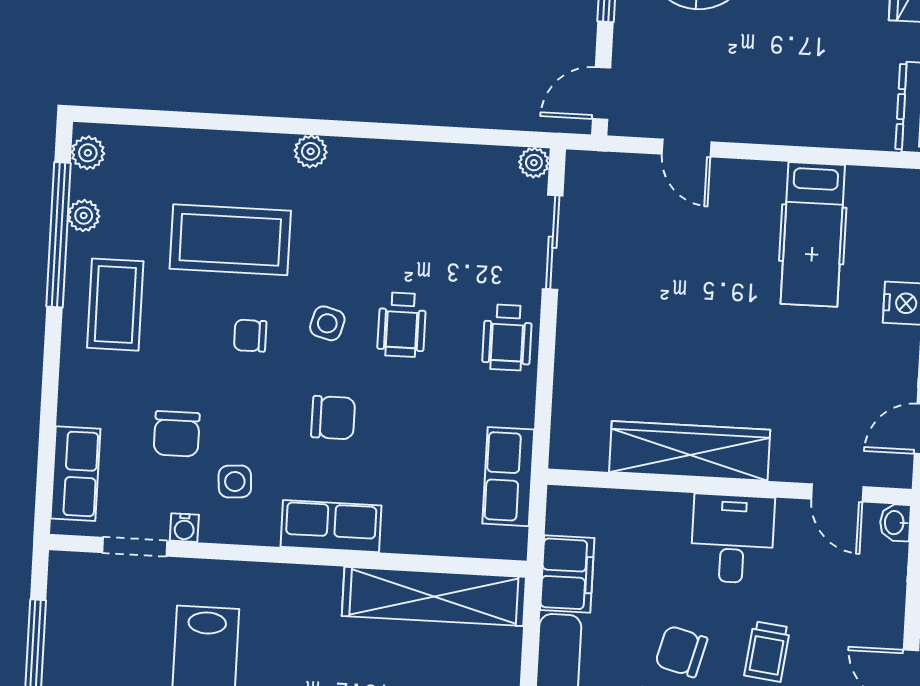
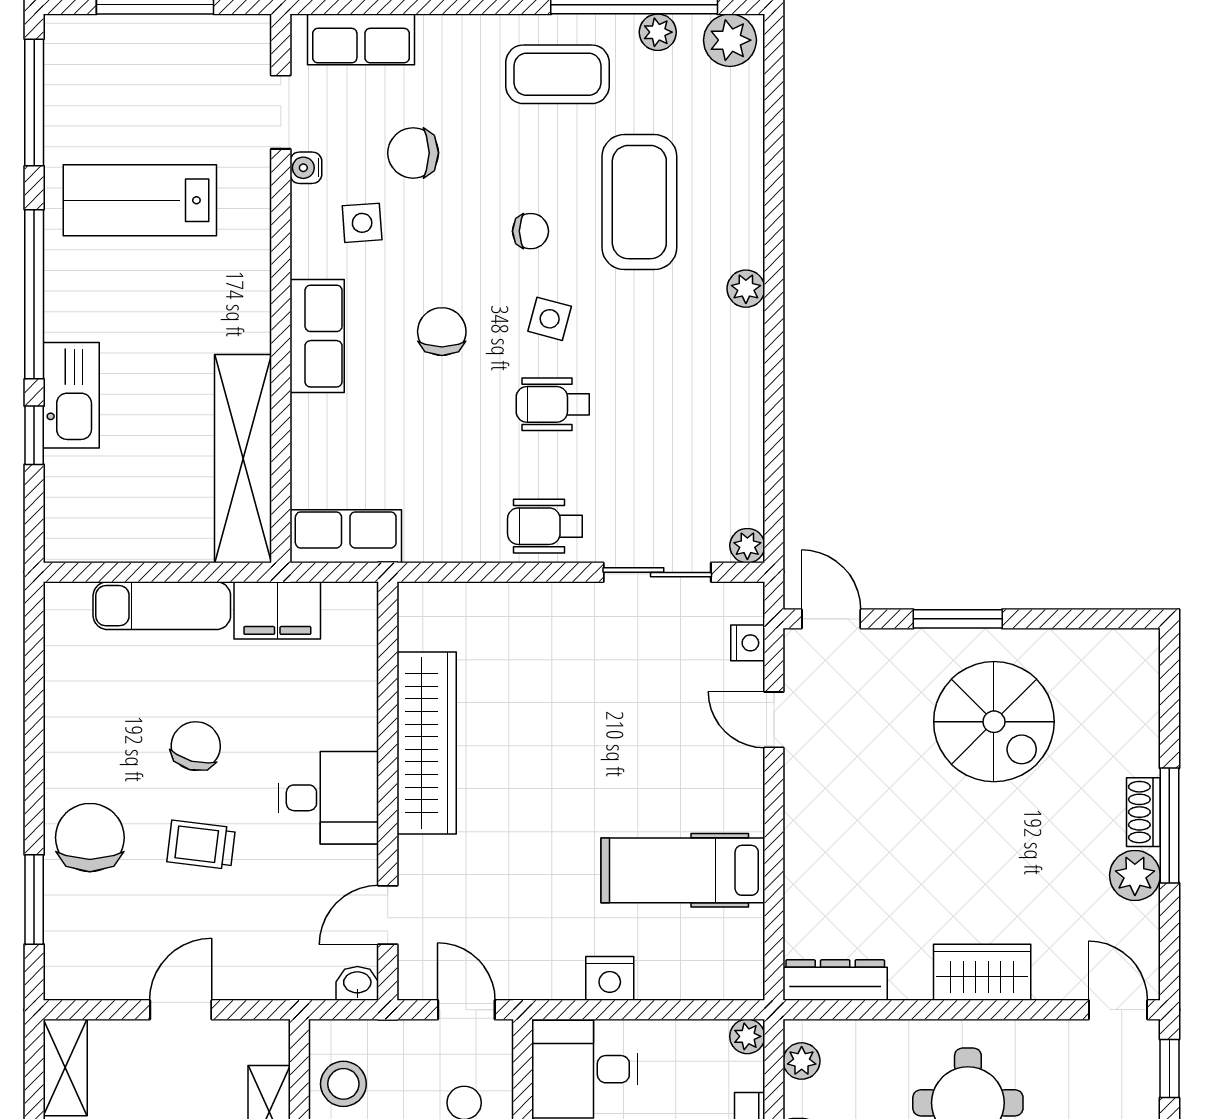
door: (686, 148) -> (774, 720), hinge flipped
plant: (88, 153) -> (730, 40), width x1.38, depth x1.38
nightstand: (618, 167) -> (748, 643), added
chair: (250, 336) -> (531, 231), turned 90
chair: (333, 418) -> (442, 332), turned 180
row of seats: (508, 477) -> (346, 536), moved

